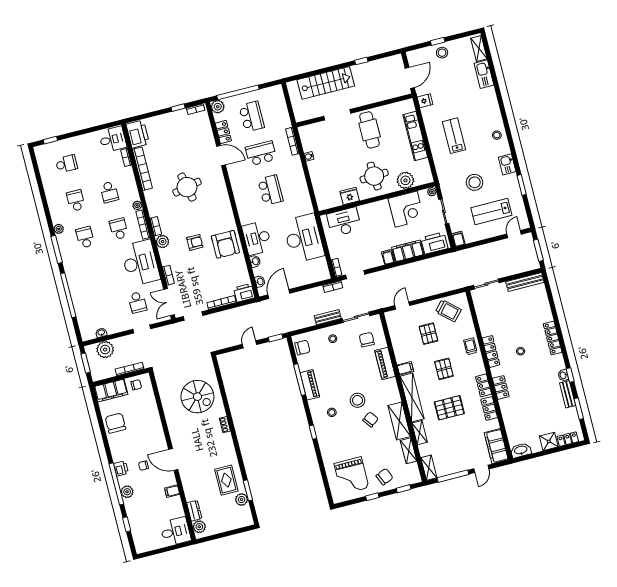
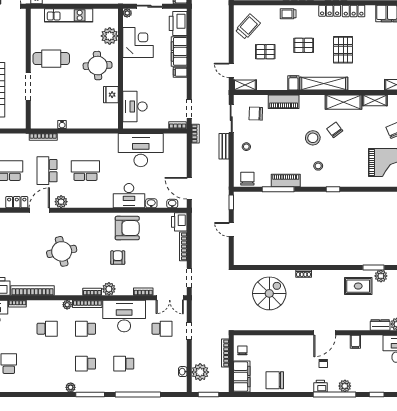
plant: (235, 174) -> (61, 202), added
school desk: (76, 201) -> (124, 364), moved
shelving: (420, 433) -> (245, 85), moved

